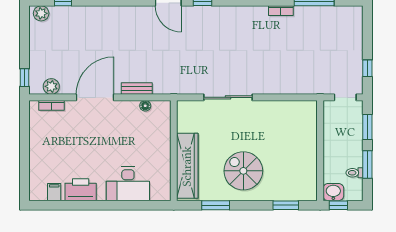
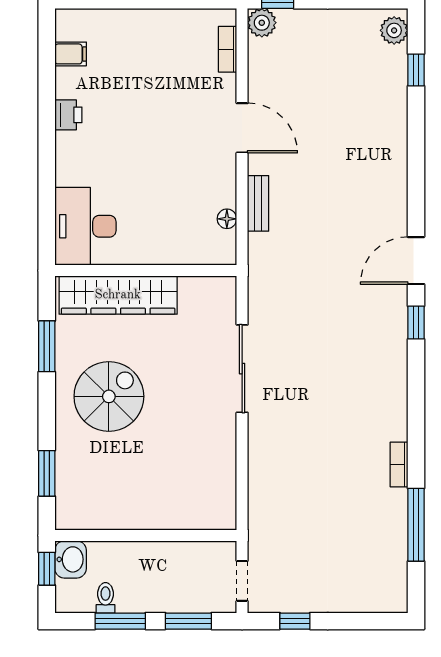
plant: (51, 86) -> (262, 23), moved
door: (95, 97) -> (242, 128), width x0.73
desk: (128, 184) -> (85, 226), moved
printer: (81, 190) -> (68, 115), width x0.53, depth x0.68

